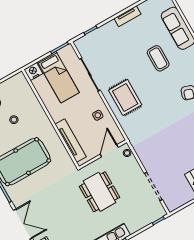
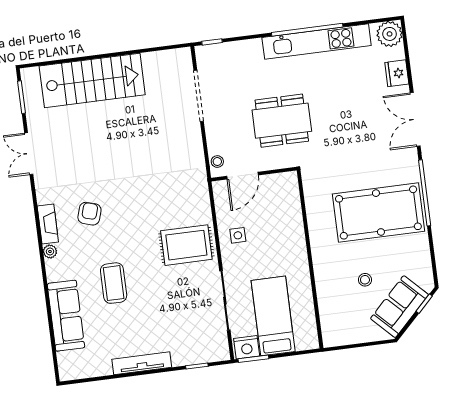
tv unit: (127, 16) -> (142, 363), width x1.41
nightstand: (33, 71) -> (247, 347), moved
rug: (125, 97) -> (186, 245), turned 90
tv unit: (71, 140) -> (293, 214), removed
dining table: (100, 192) -> (282, 121), turned 90

